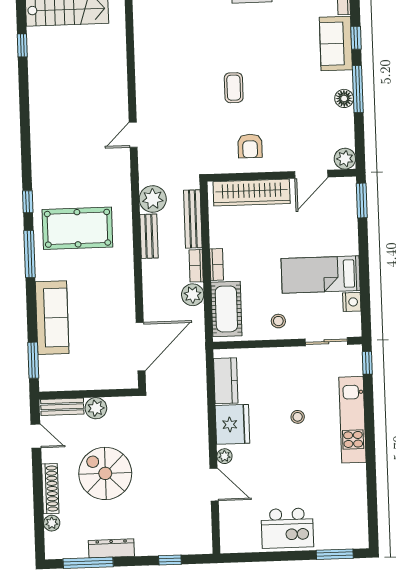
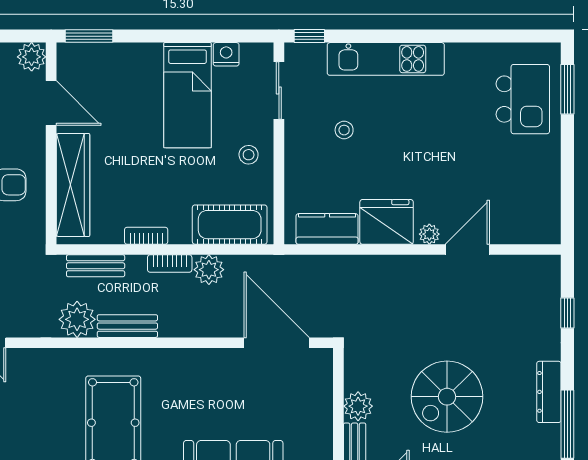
bench: (193, 219) -> (96, 266), width x0.73
bookcase: (217, 264) -> (146, 236), moved
stool: (298, 417) -> (344, 130), moved
kitchen island: (287, 528) -> (523, 99), moved

